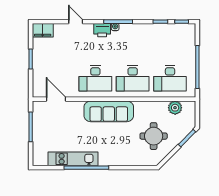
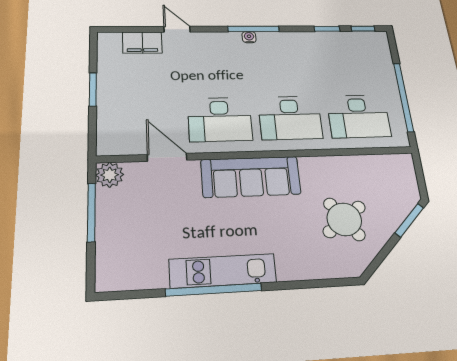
filing cabinet: (43, 30) -> (142, 43), moved
printer: (102, 30) -> (226, 42), removed
door: (56, 99) -> (167, 157), moved
plant: (175, 108) -> (110, 175), moved
round table: (154, 136) -> (344, 219), turned -36
kitchen unit: (73, 159) -> (223, 271), moved

